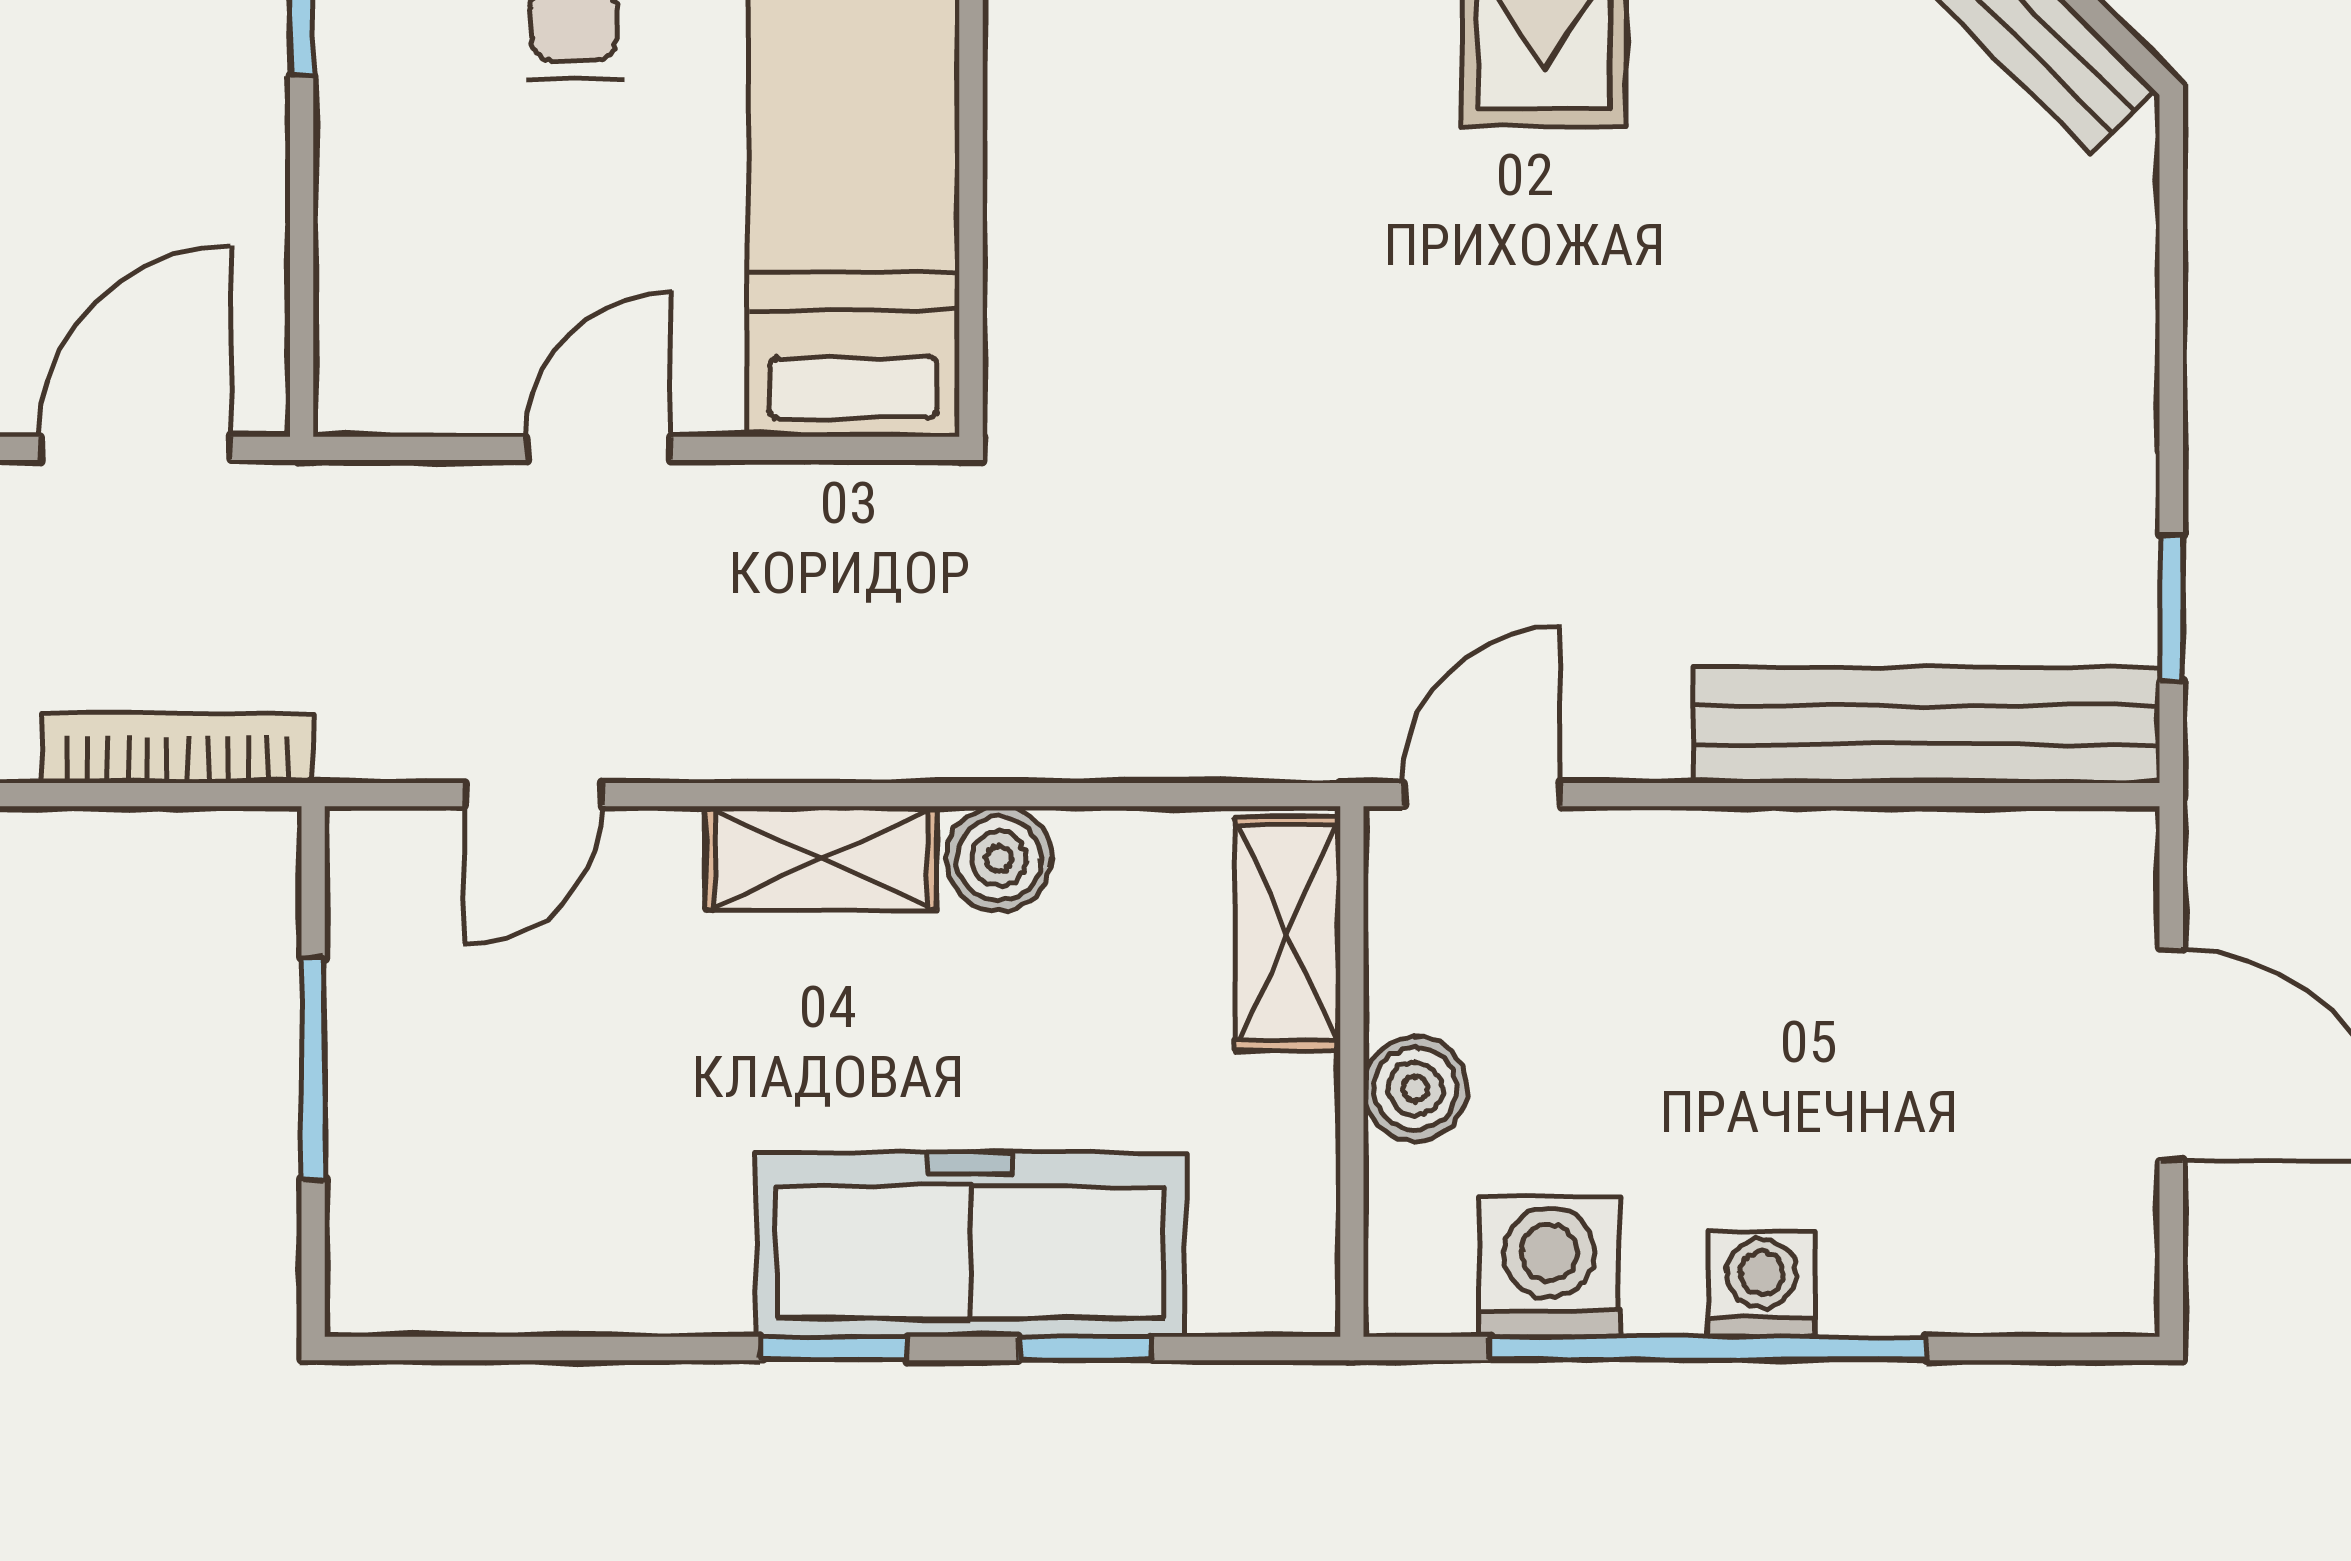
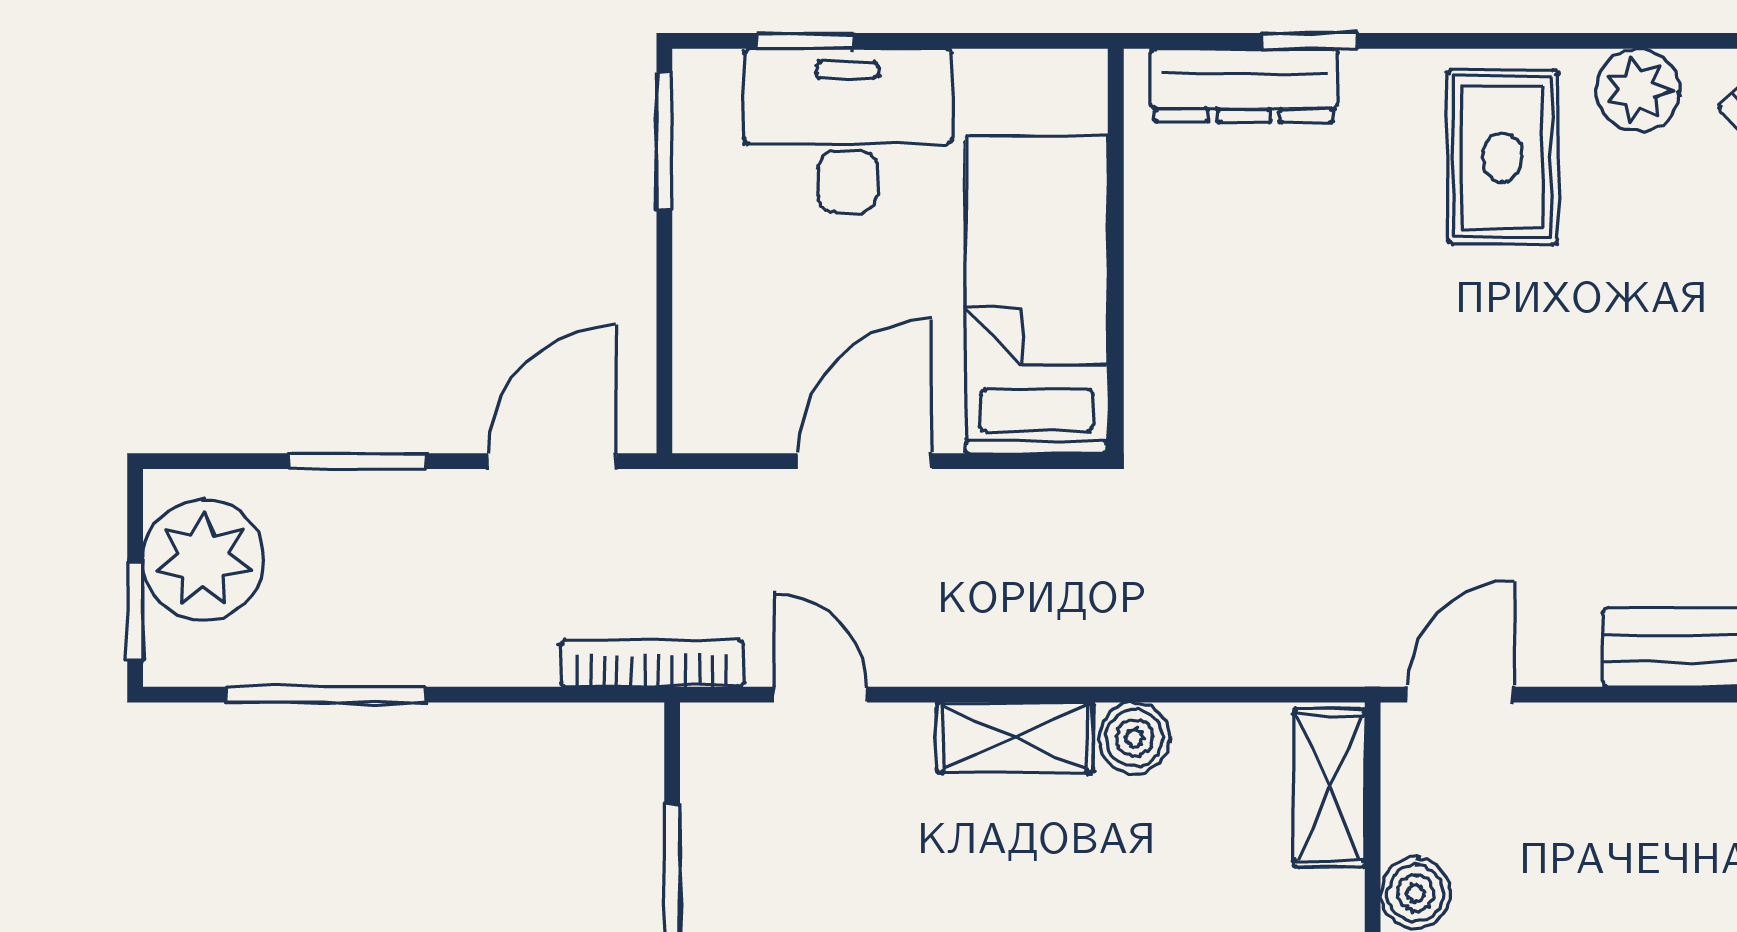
door: (598, 448) -> (865, 461), width x1.38
bookcase: (177, 748) -> (652, 663), moved
door: (533, 795) -> (820, 695), swing flipped

